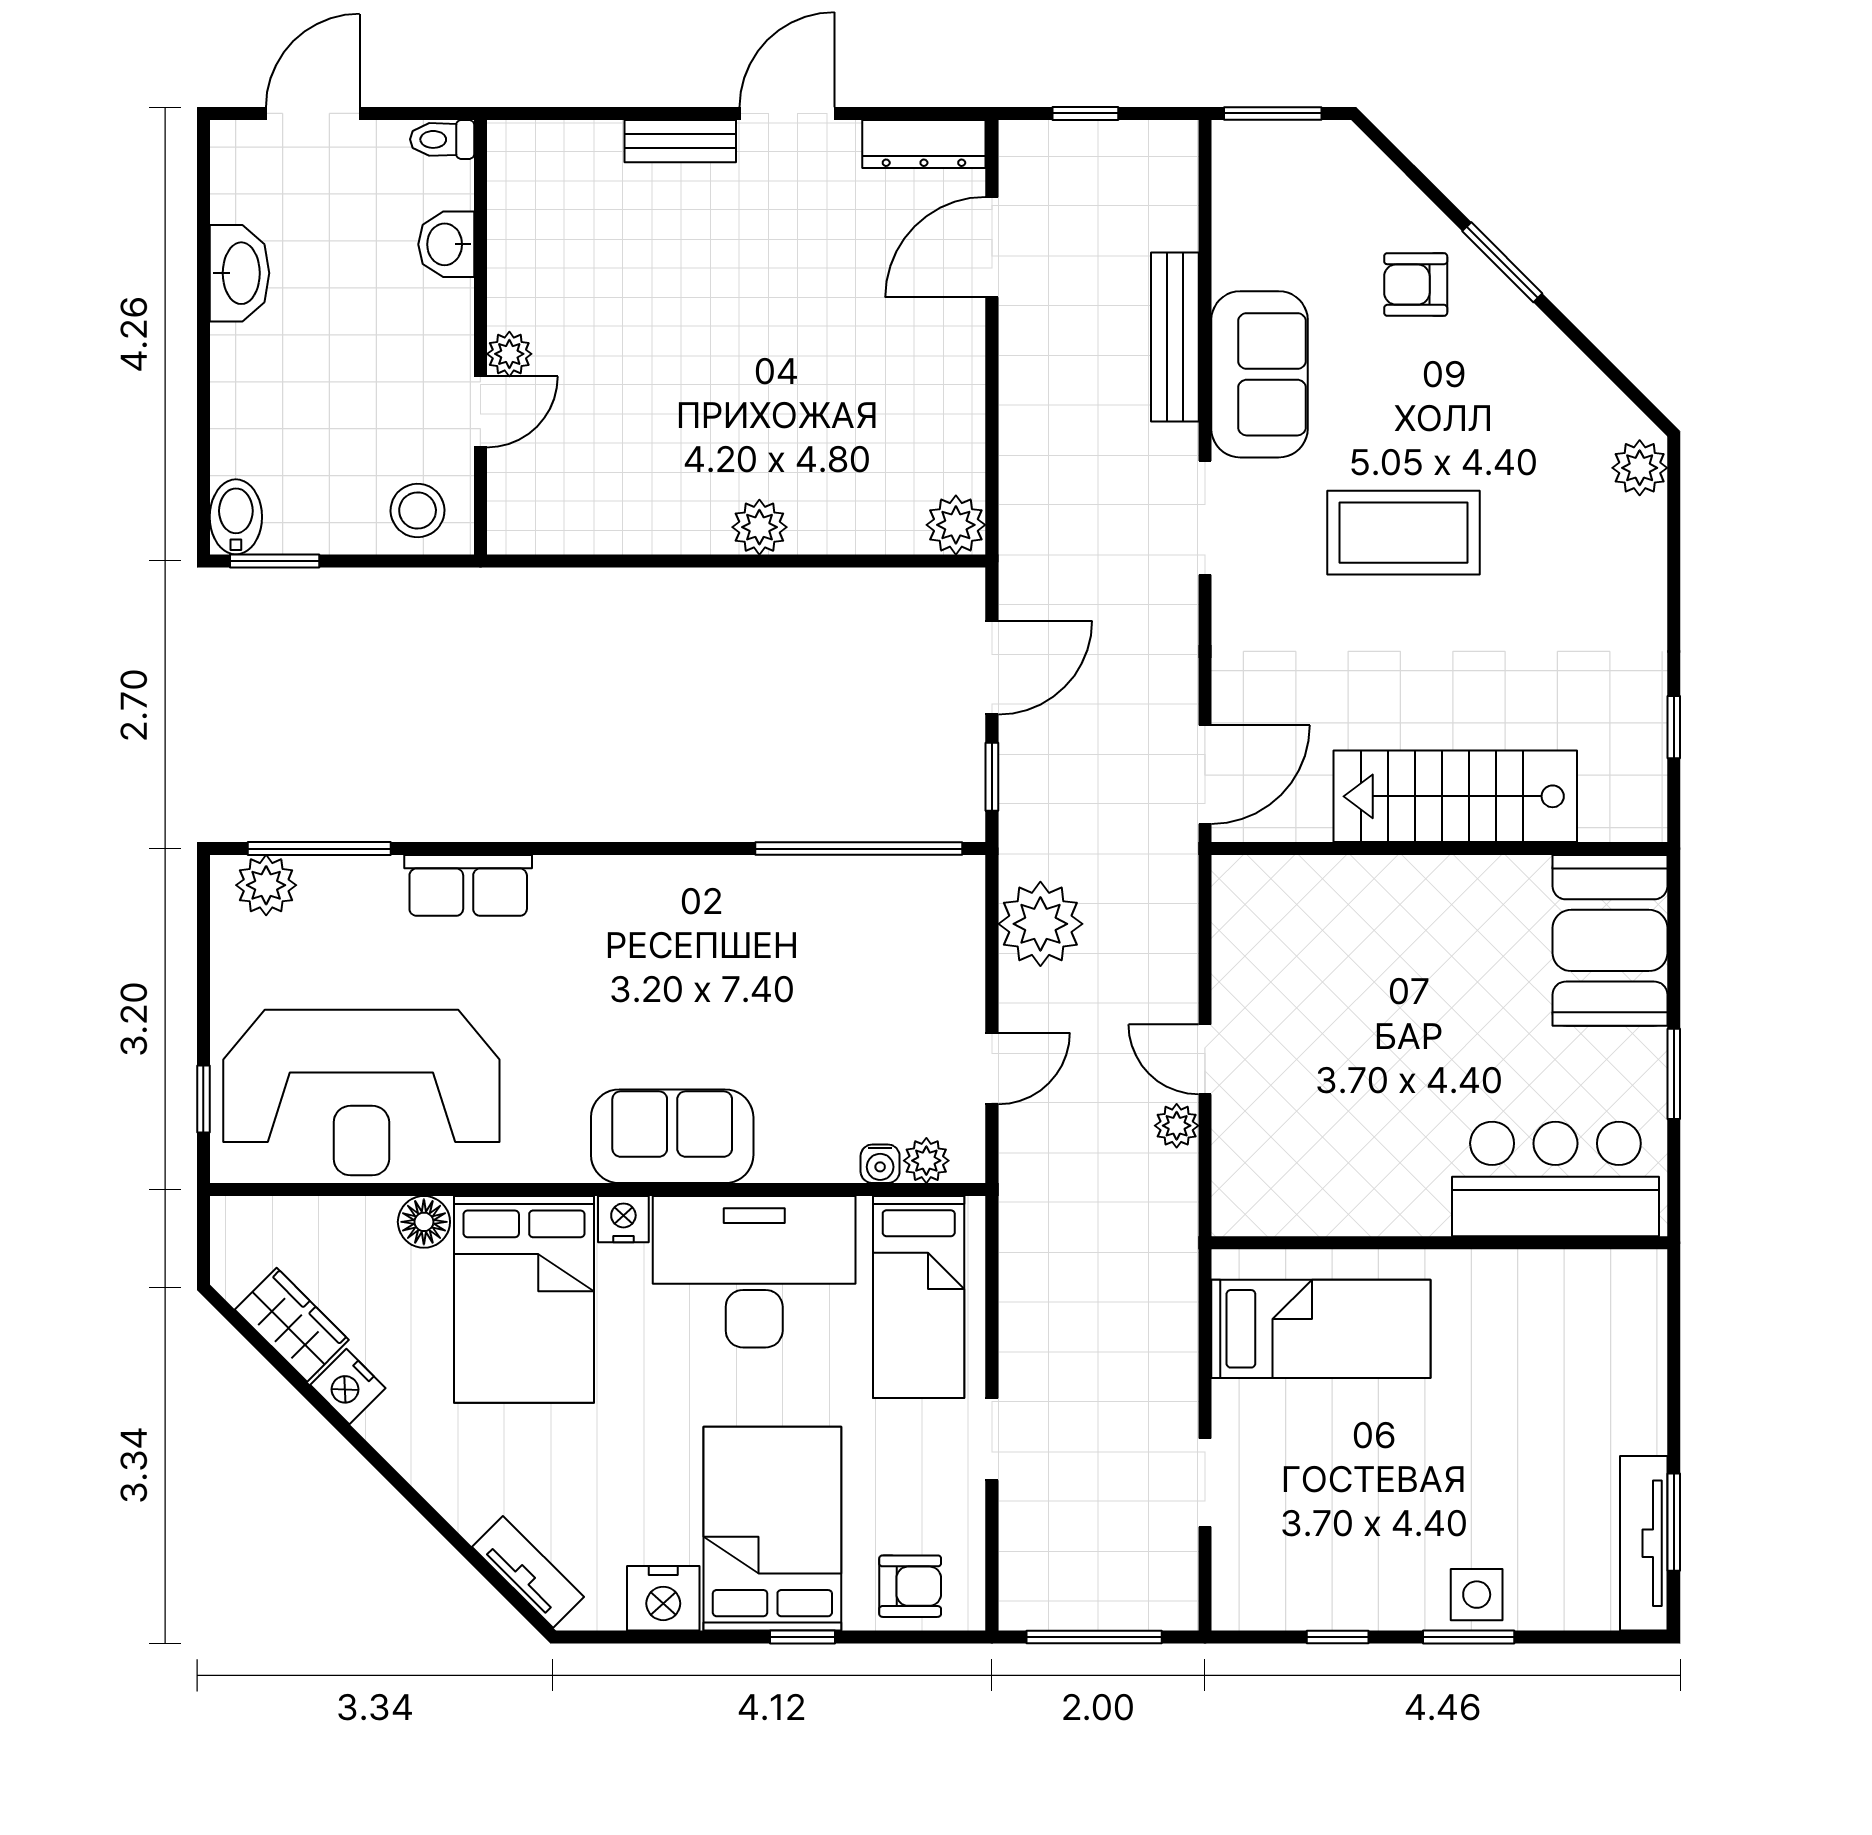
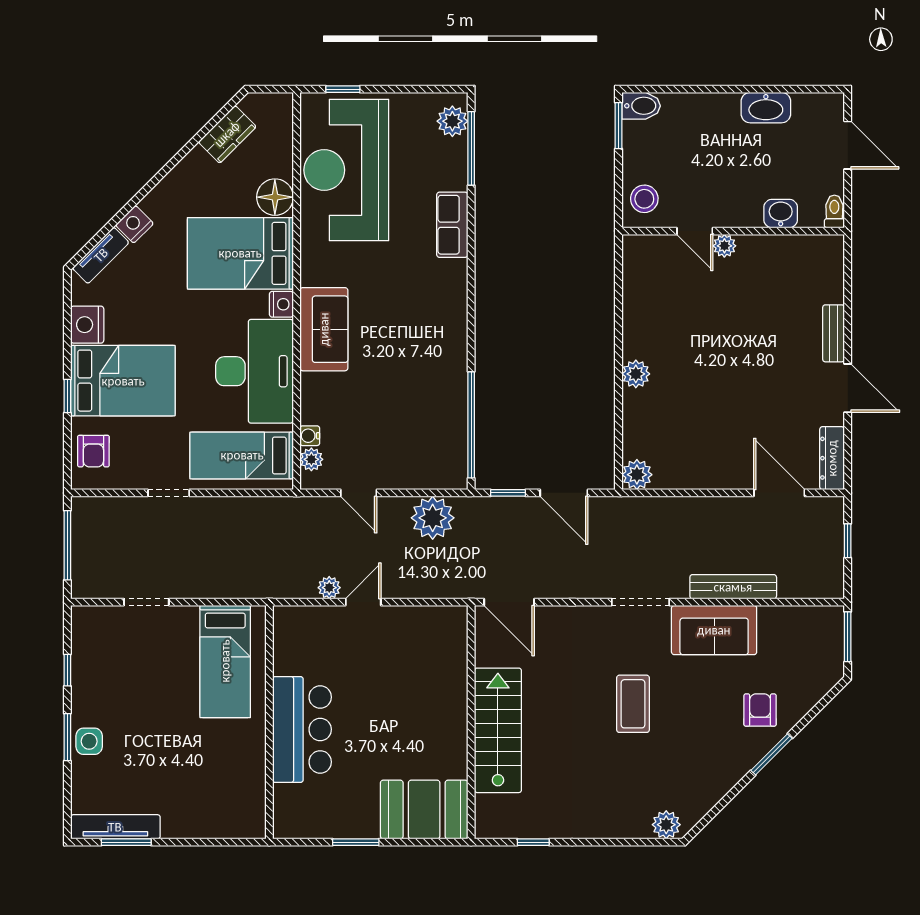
coffee table: (1404, 533) -> (633, 704), width x0.73, depth x0.76
bar counter: (1555, 1179) -> (302, 729), moved
floor lamp: (424, 1222) -> (275, 197), width x1.38, depth x1.38
nightstand: (348, 1387) -> (134, 224), moved

